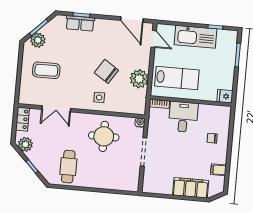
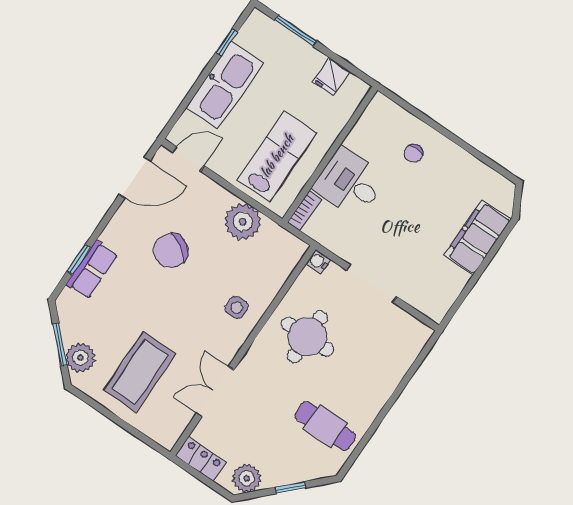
coffee table: (46, 70) -> (140, 372), width x1.36, depth x1.32
chair: (106, 71) -> (171, 251), moved
fridge: (225, 96) -> (332, 77), moved
double door: (56, 109) -> (215, 392), swing flipped
filing cabinet: (218, 170) -> (473, 173), removed

